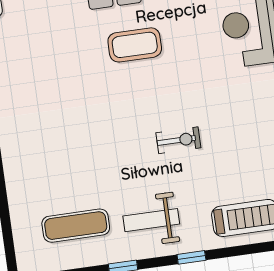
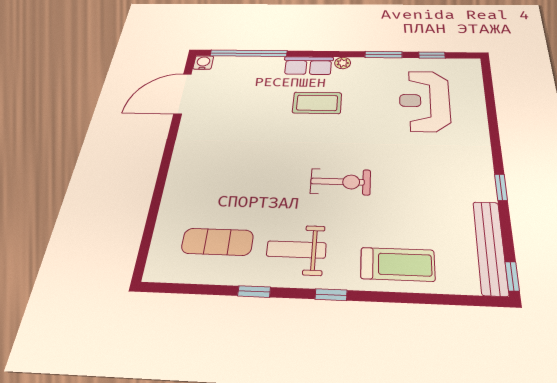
exercise bike: (178, 140) -> (340, 182), width x1.38, depth x1.39

